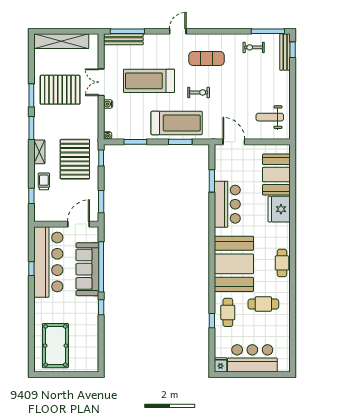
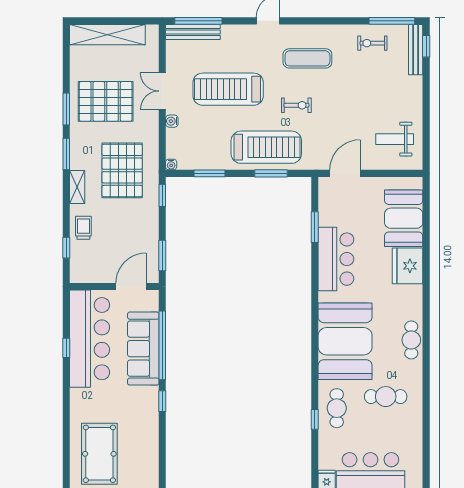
door: (234, 142) -> (345, 173), hinge flipped
pallet: (75, 159) -> (122, 170), moved

